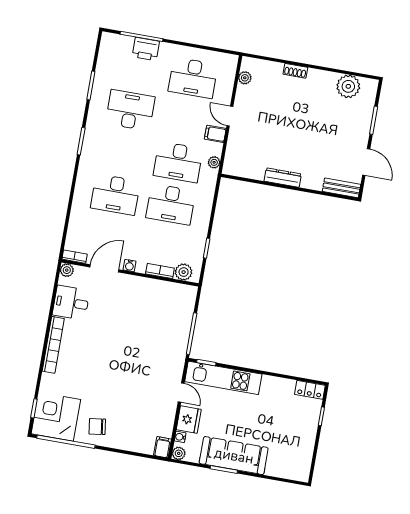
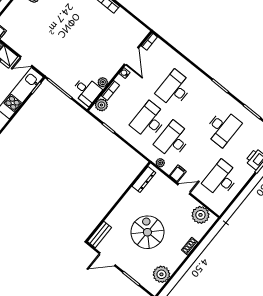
plant: (245, 78) -> (200, 215), width x1.87, depth x1.87
spiral stairs: (307, 131) -> (147, 232), added
dresser: (283, 178) -> (144, 179), moved
plant: (67, 270) -> (103, 82), moved
desk: (71, 303) -> (87, 91), moved, turned 90

